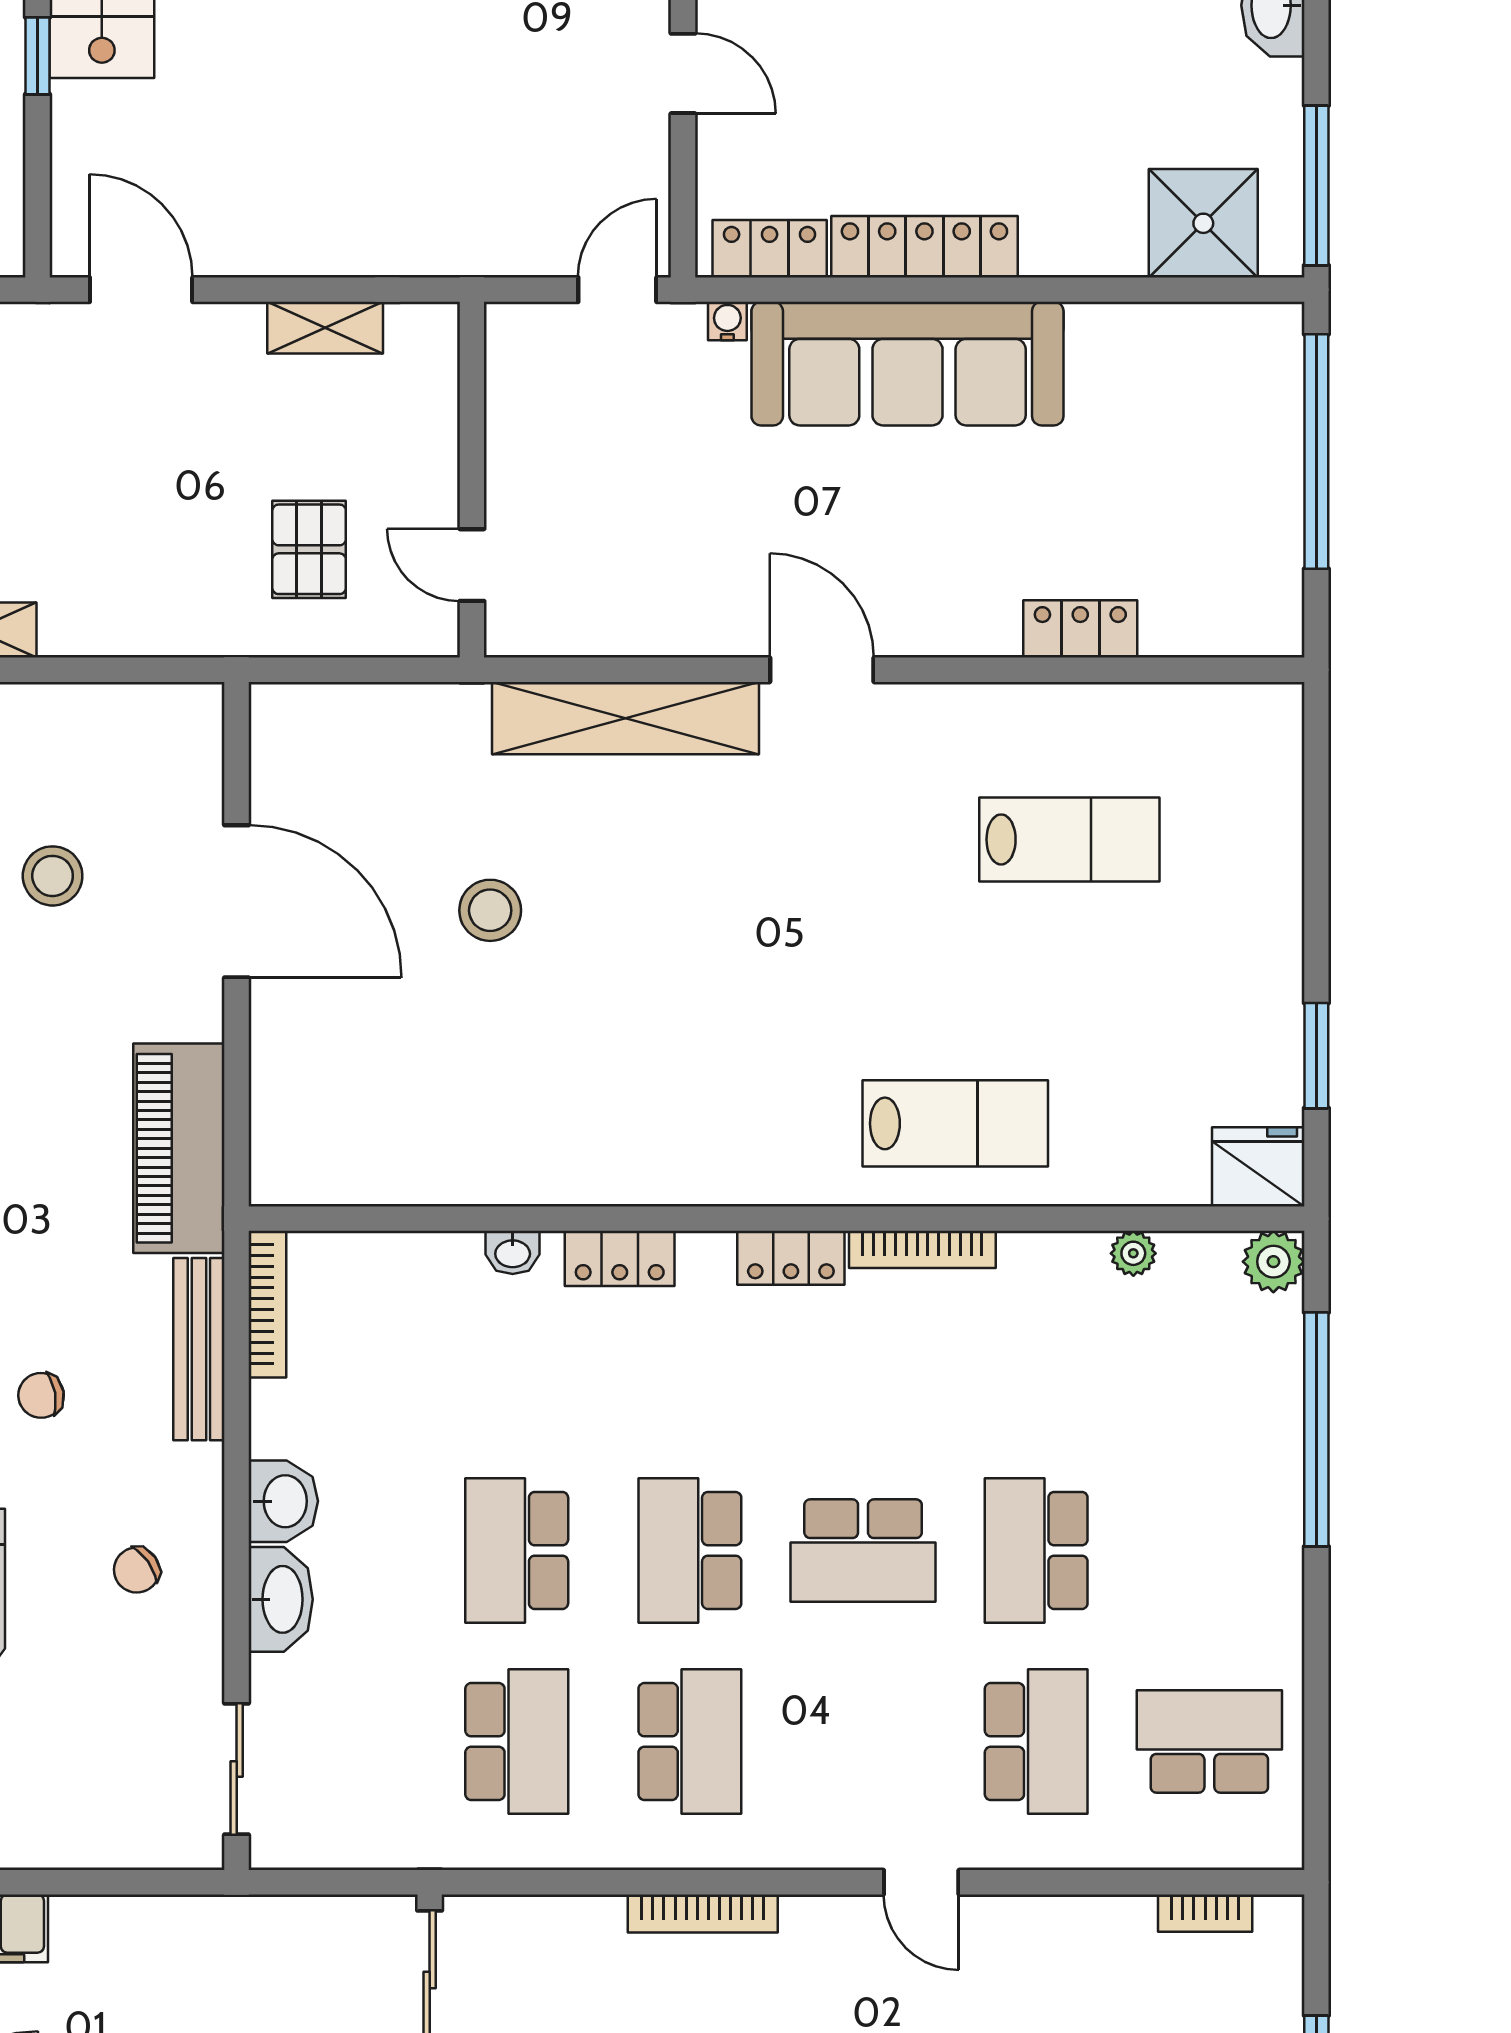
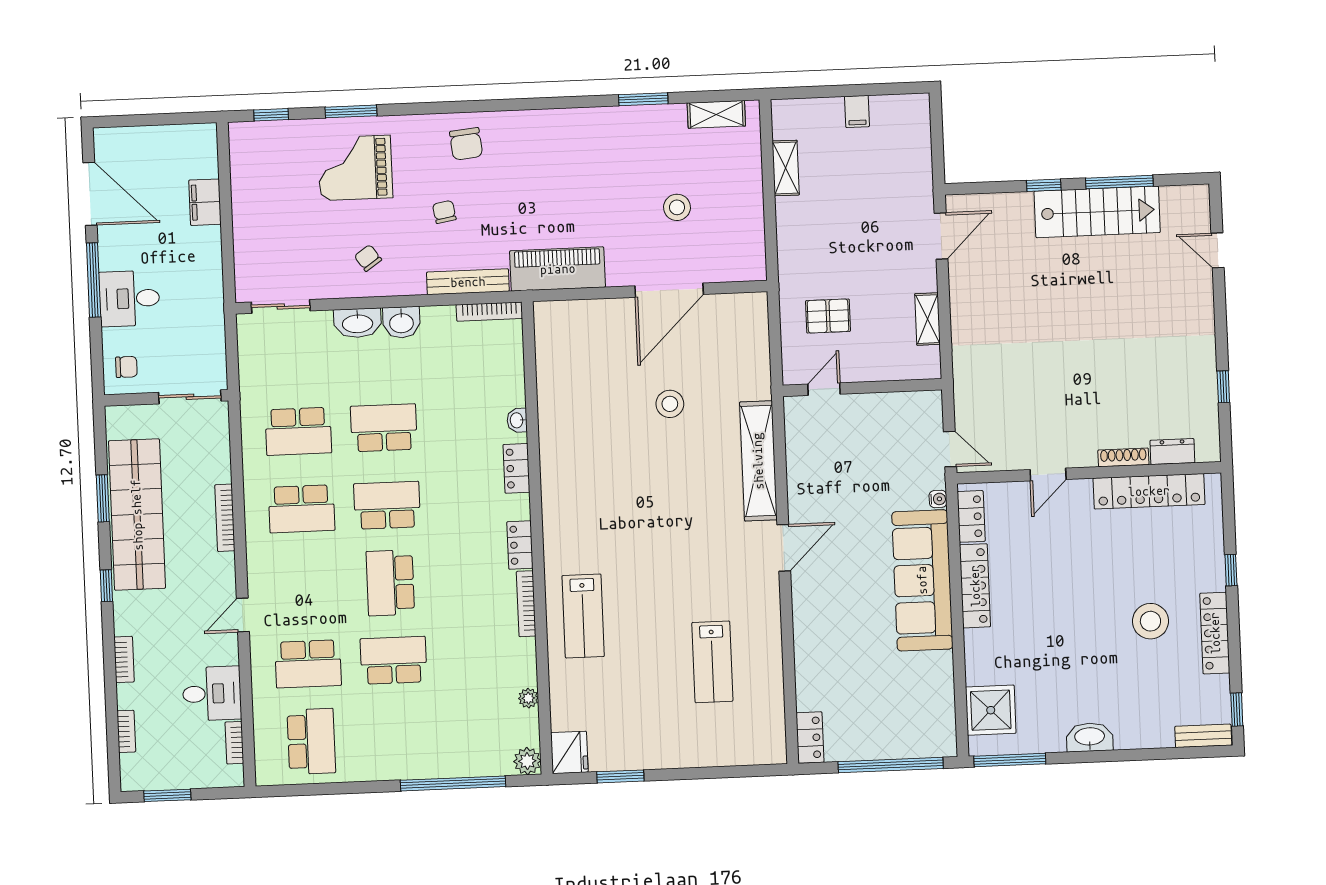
locker: (1080, 629) -> (810, 738), moved
desk: (1094, 1959) -> (212, 694), added

